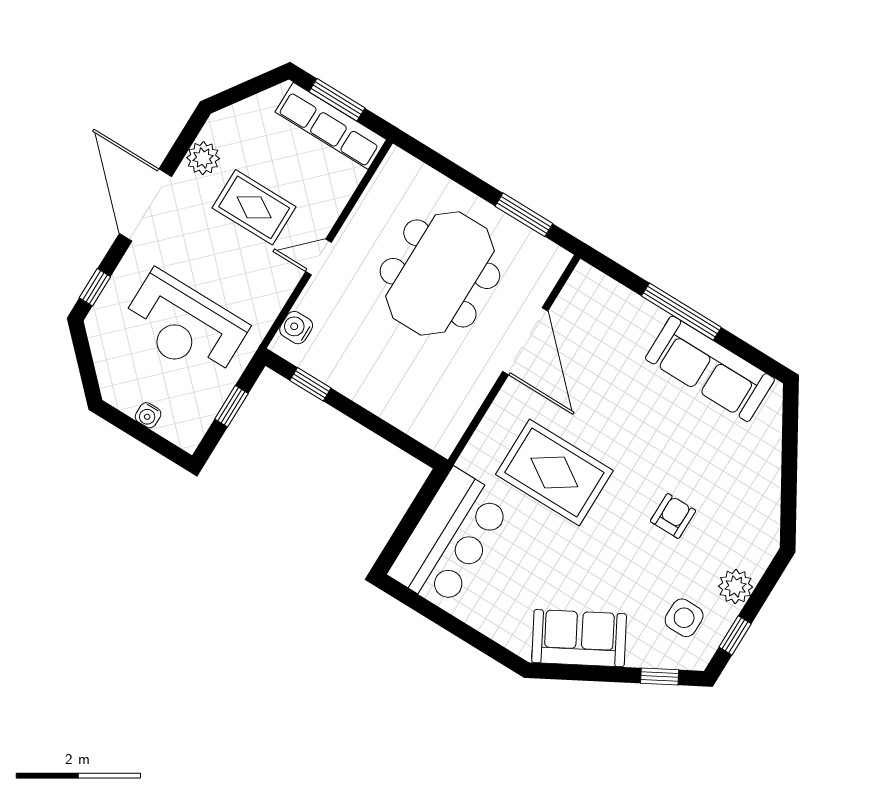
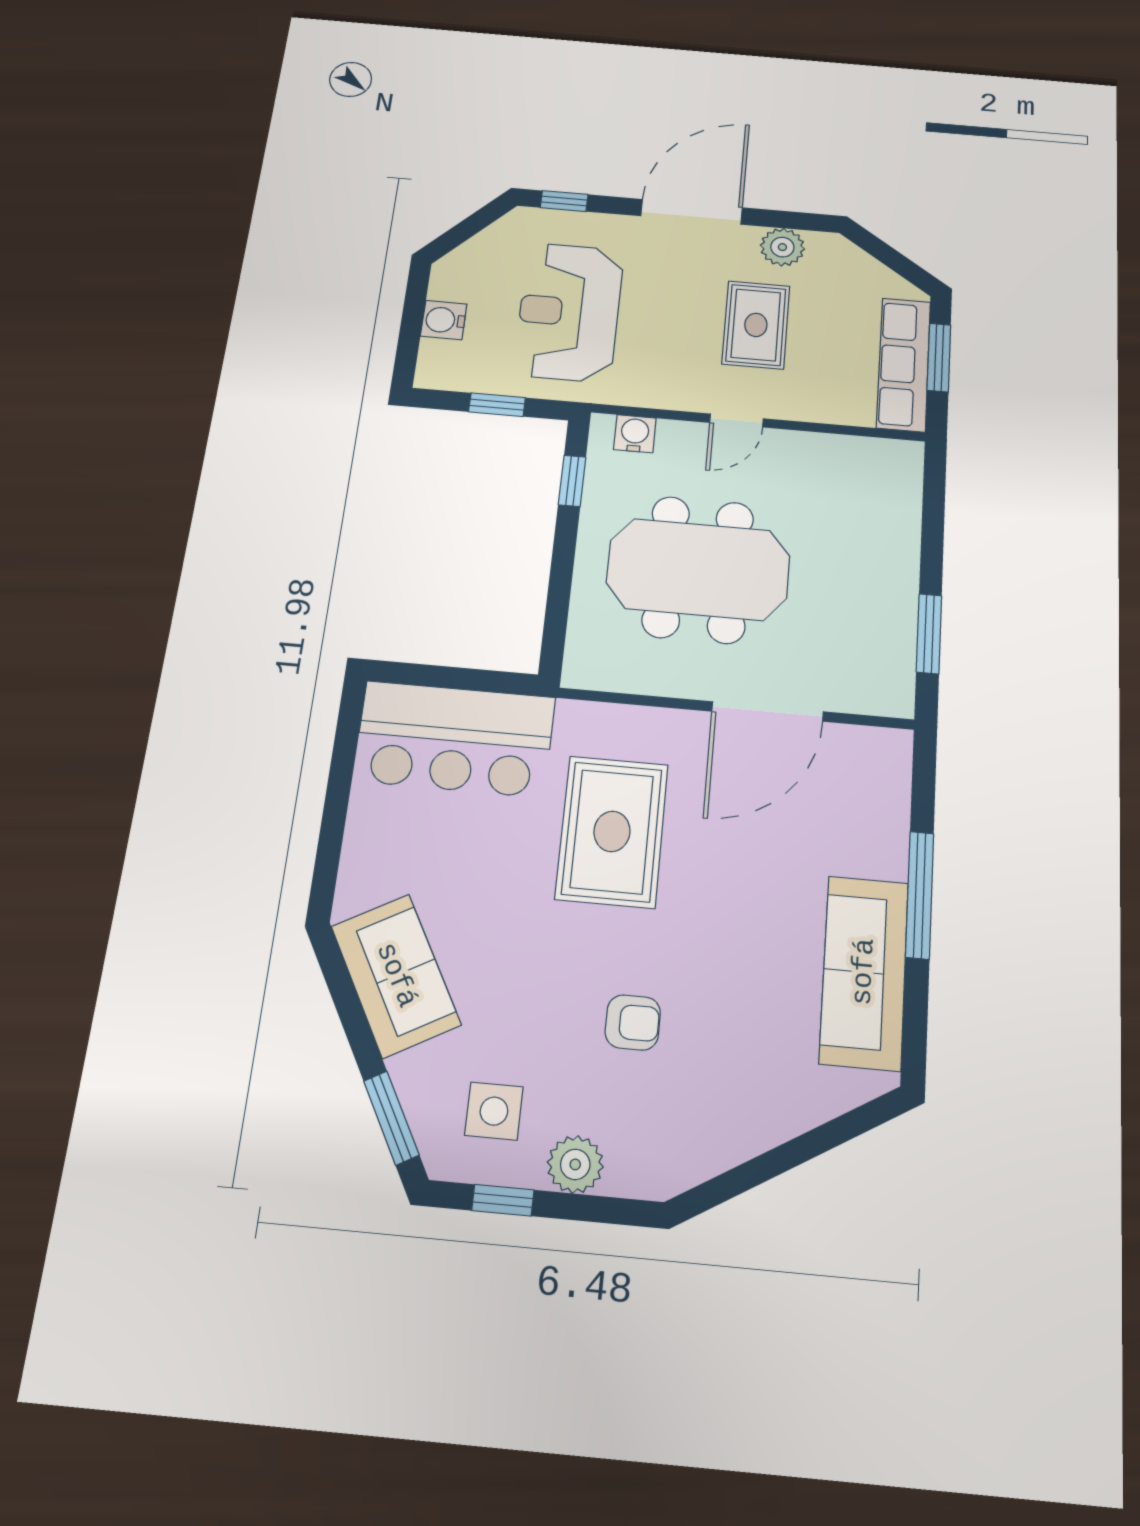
door: (319, 257) -> (737, 421), swing flipped
meeting table: (440, 273) -> (698, 569), moved
water cooler: (148, 415) -> (444, 320), width x1.38, depth x1.38
window: (660, 677) -> (391, 1118), width x1.50

